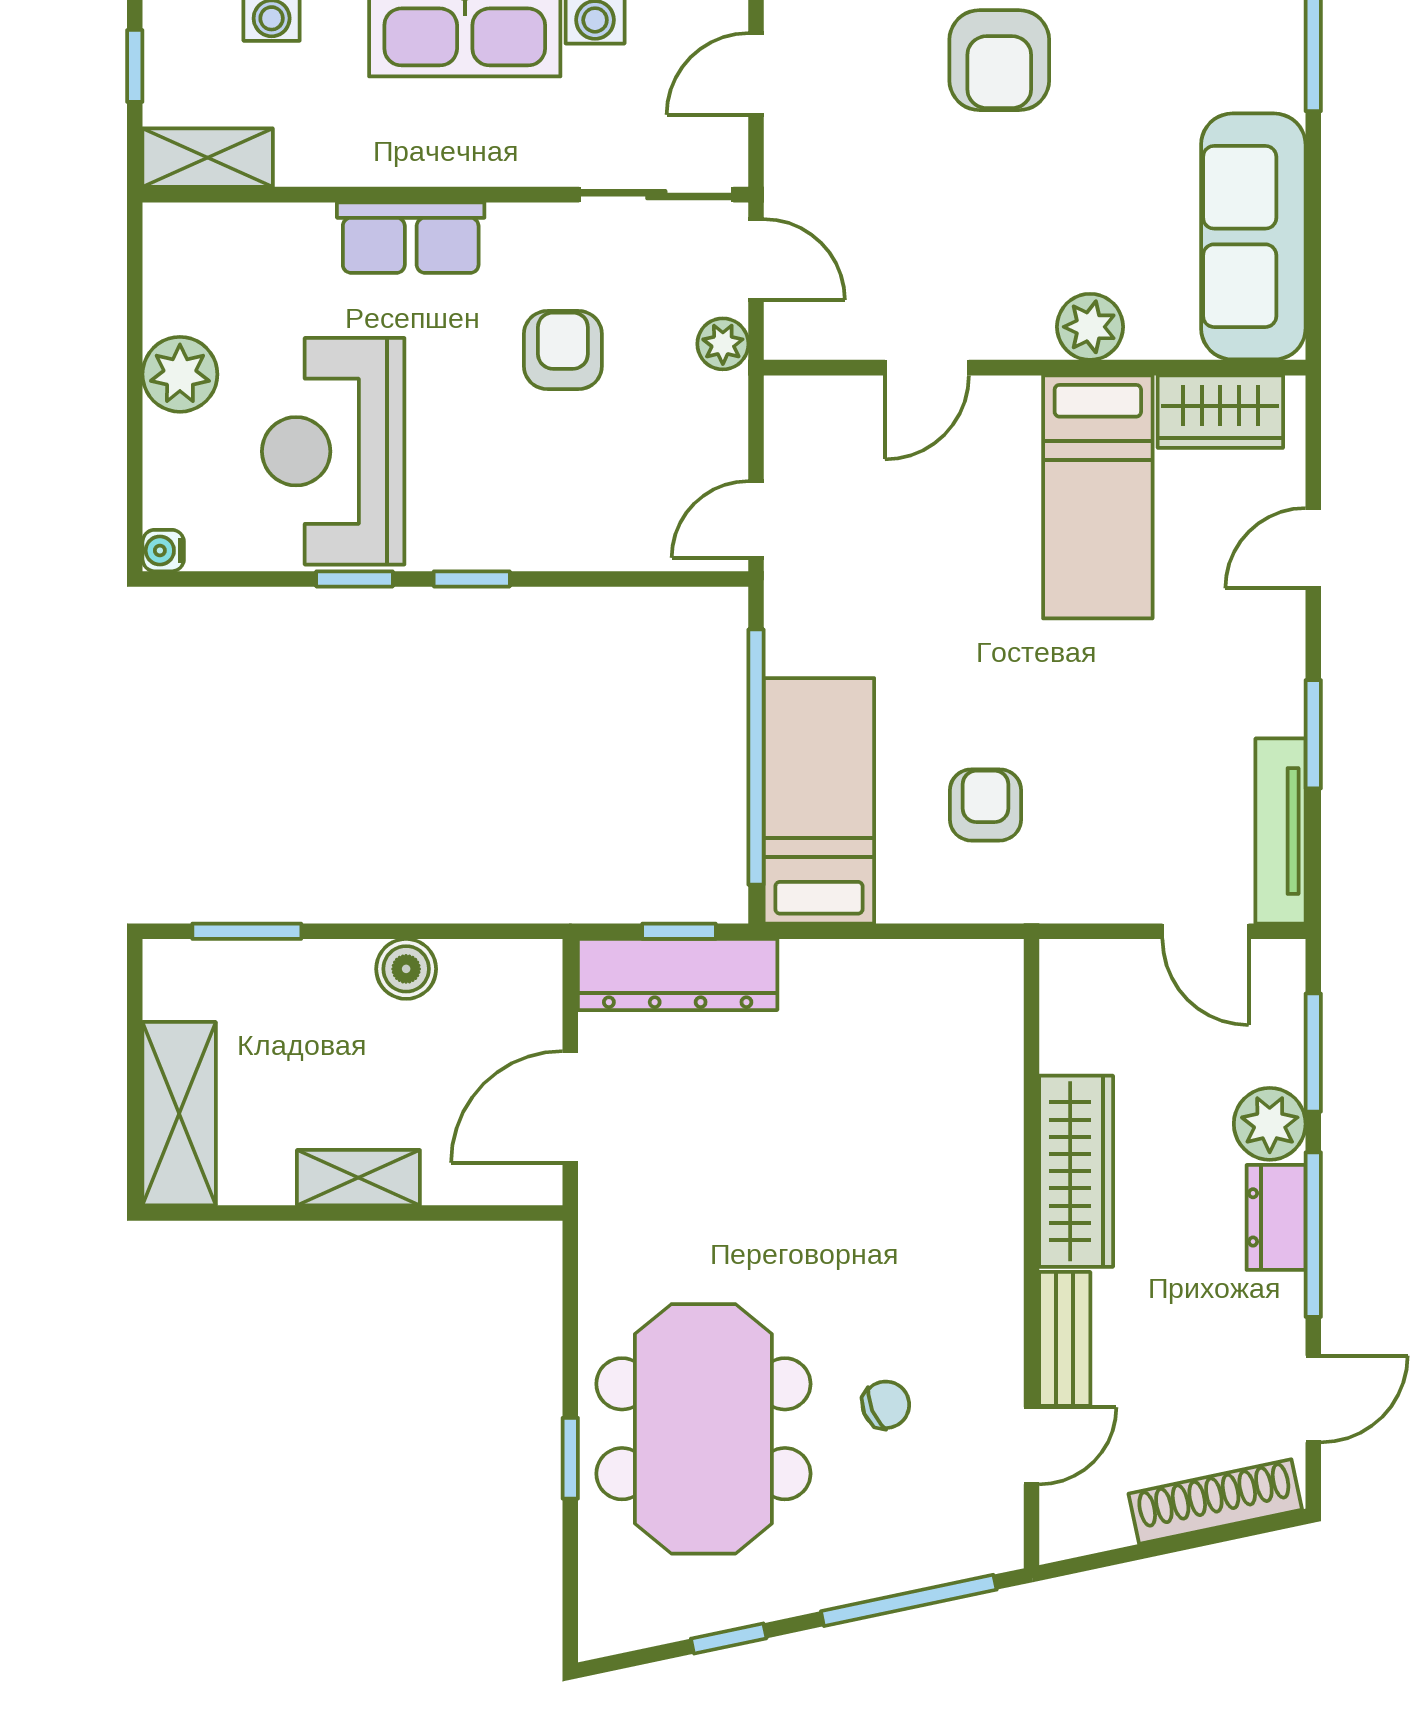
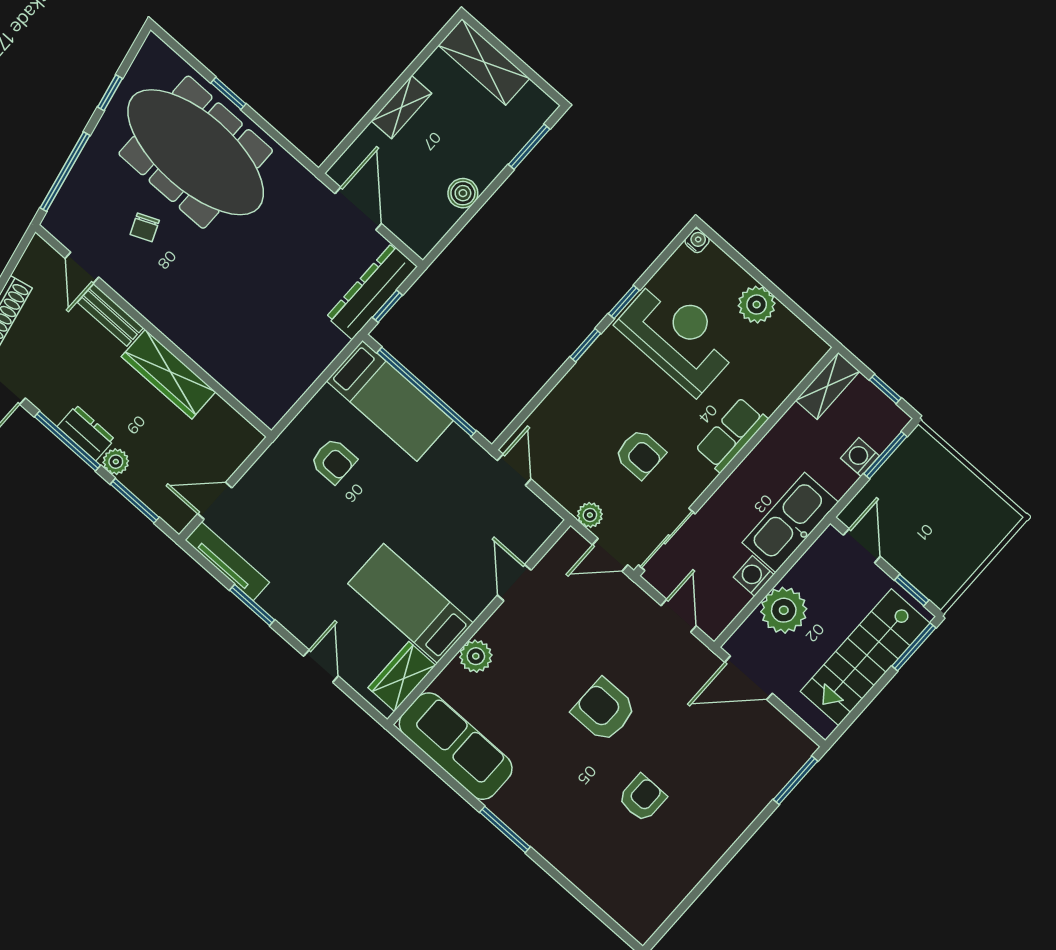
plant: (1270, 1124) -> (116, 462), width x0.73, depth x0.73
meeting table: (703, 1429) -> (196, 152), width x1.36

